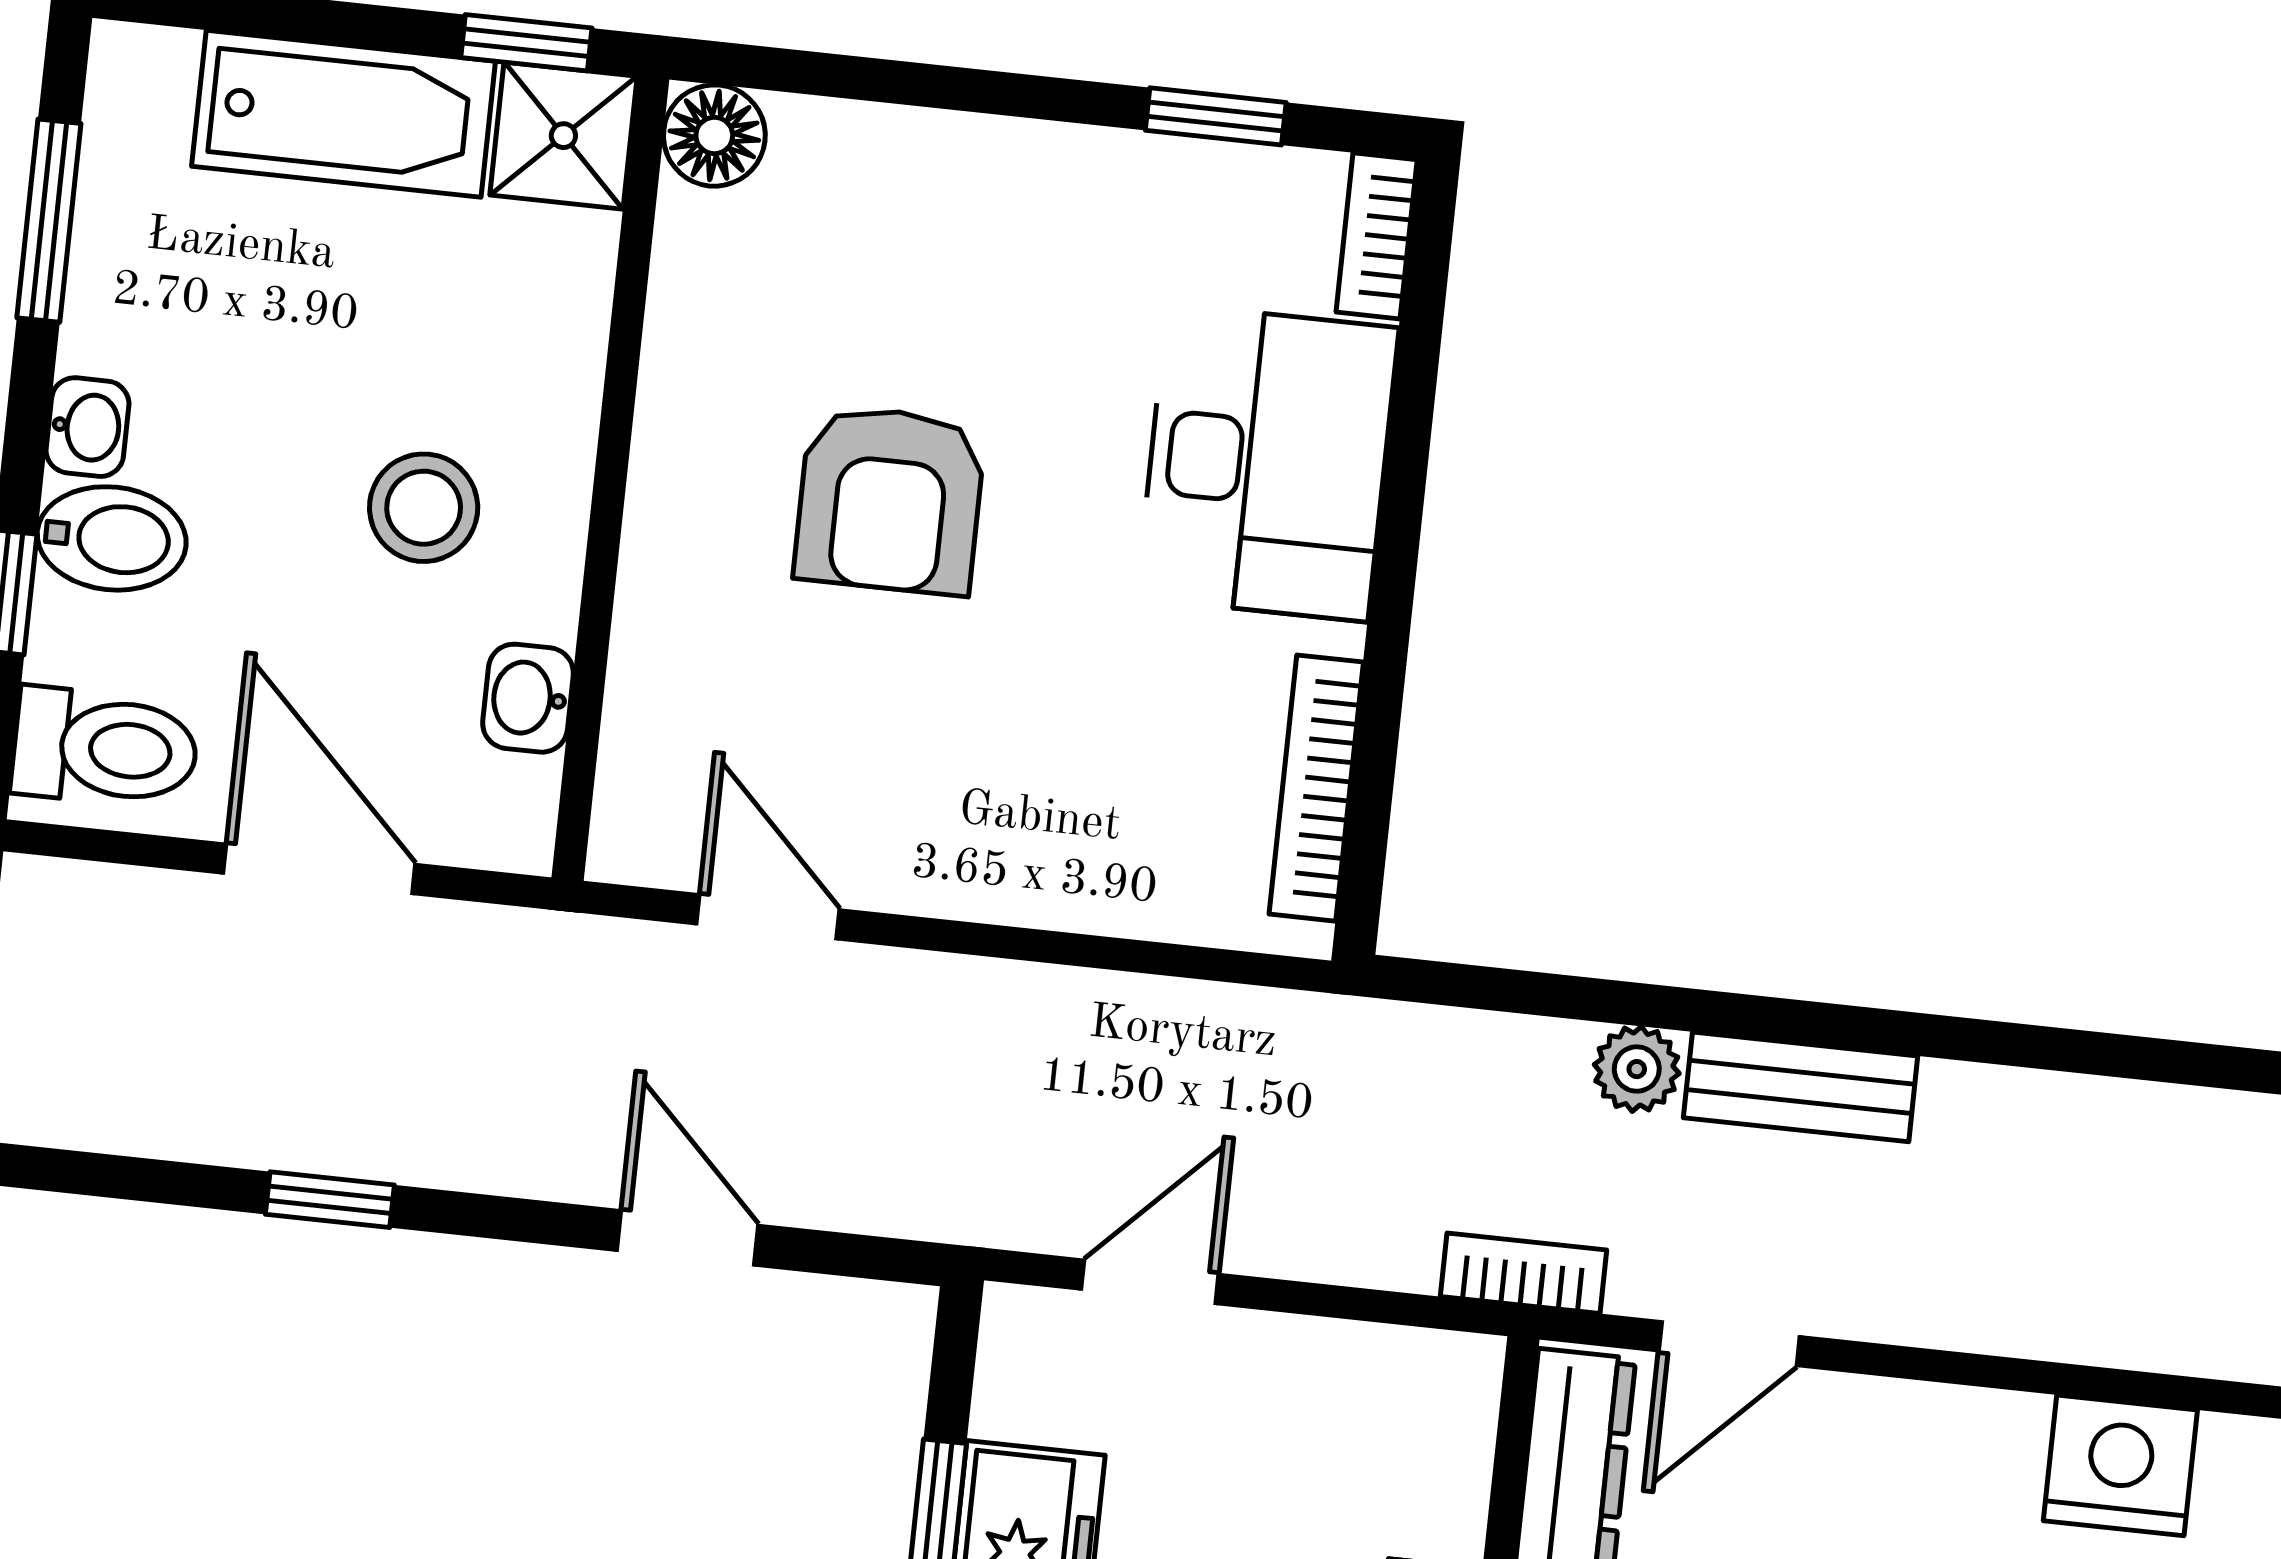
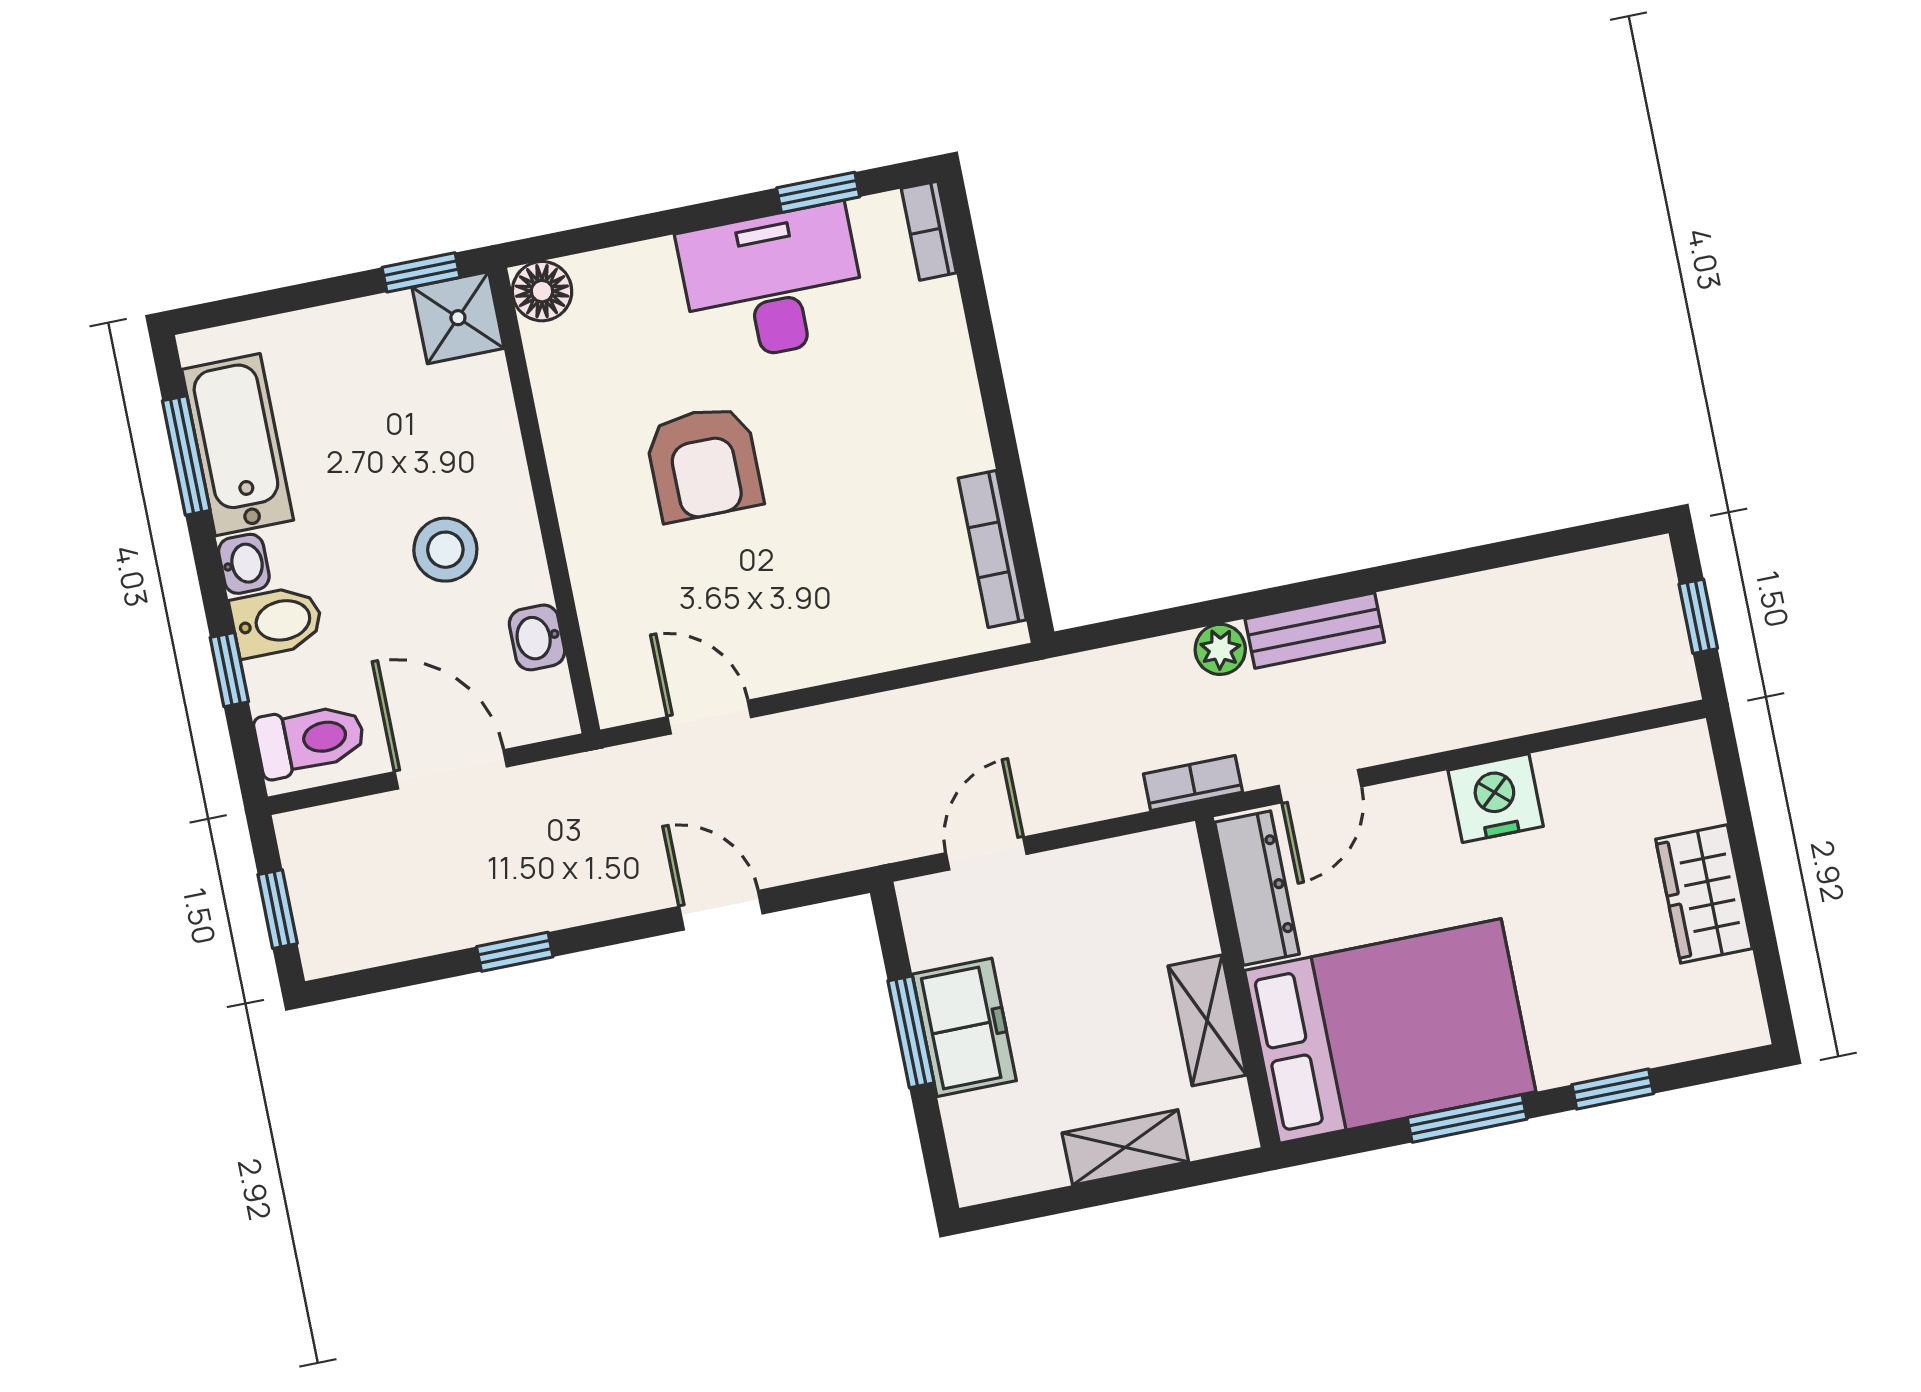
bathtub: (344, 114) -> (238, 445), moved, turned -90
desk: (1267, 463) -> (773, 284), moved, turned -90
nightstand: (2120, 1465) -> (1496, 798), moved

